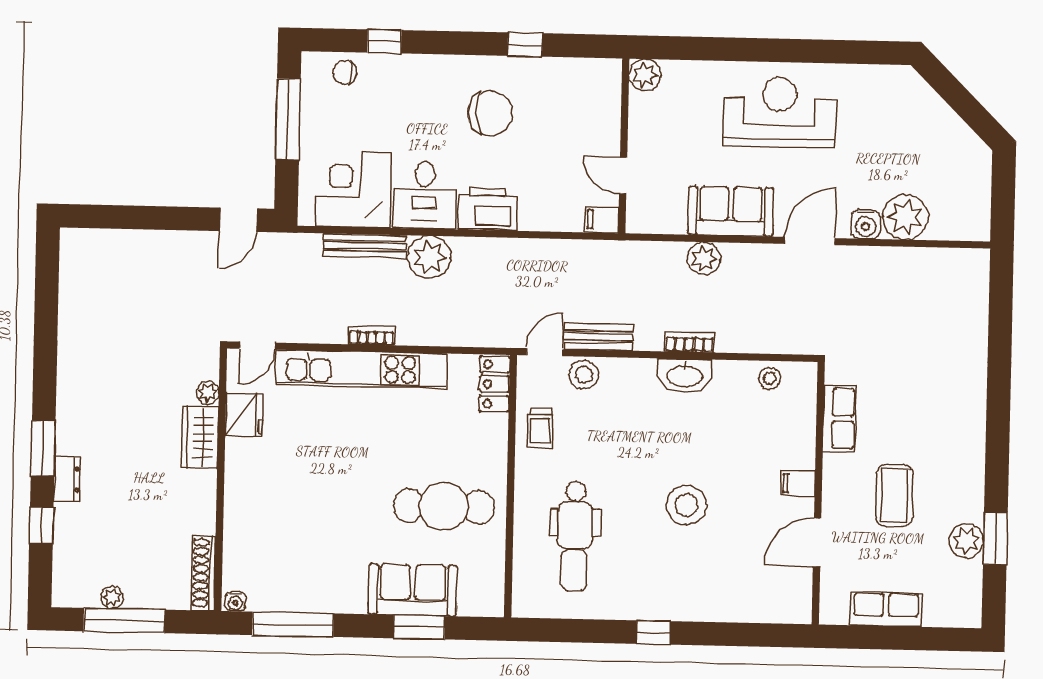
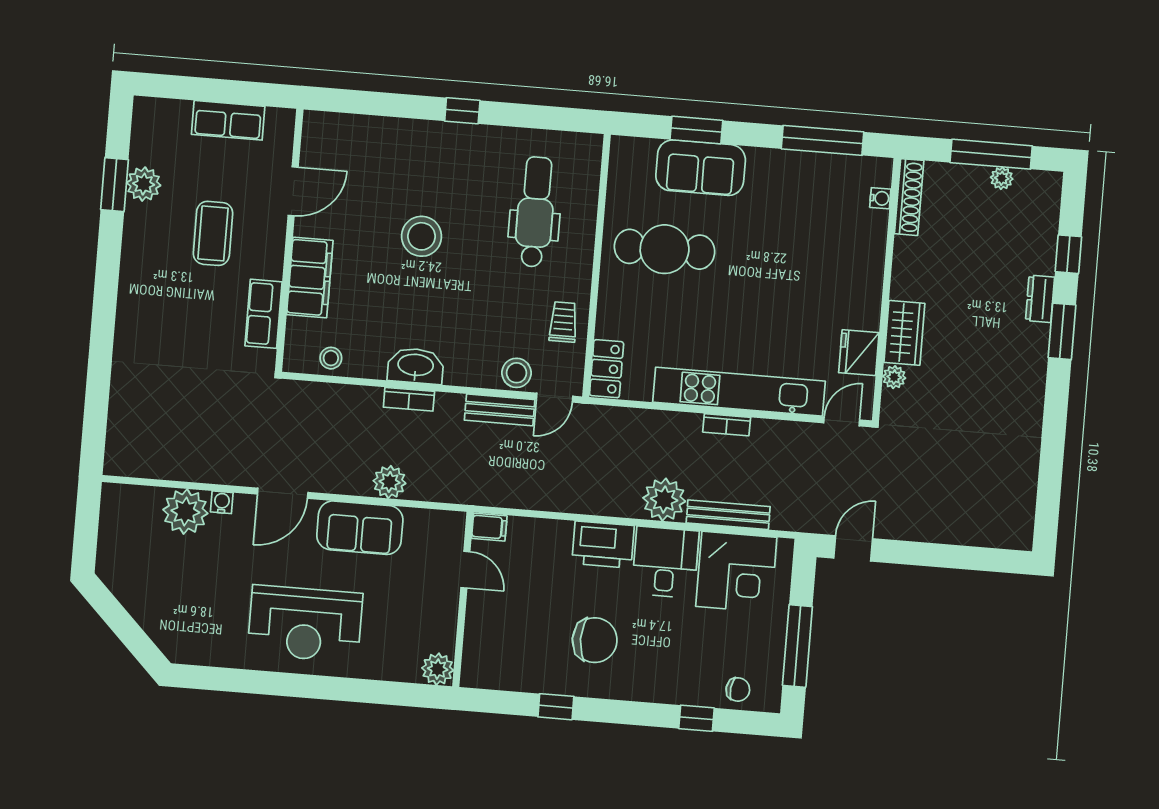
chair: (490, 113) -> (595, 640), turned 180
water cooler: (866, 224) -> (222, 502), width x0.72, depth x0.72
filing cabinet: (798, 483) -> (310, 277), width x3.00, depth x1.17
water cooler: (235, 601) -> (880, 198), moved, turned 90

